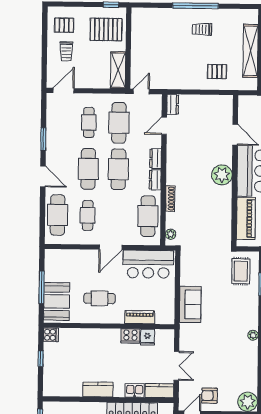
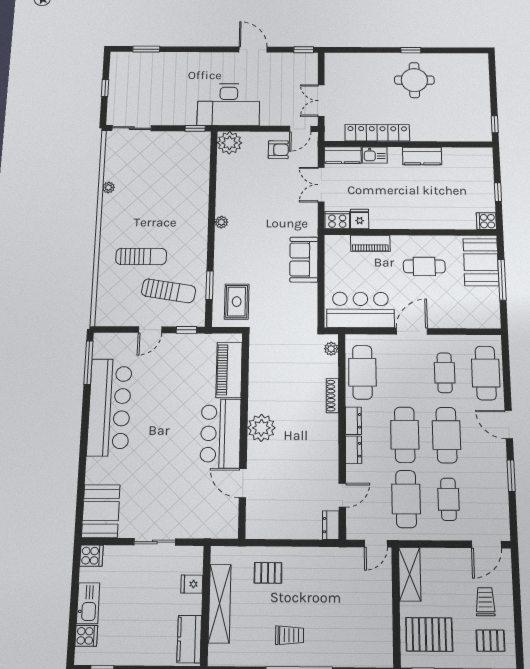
cooker: (130, 336) -> (337, 220), moved

